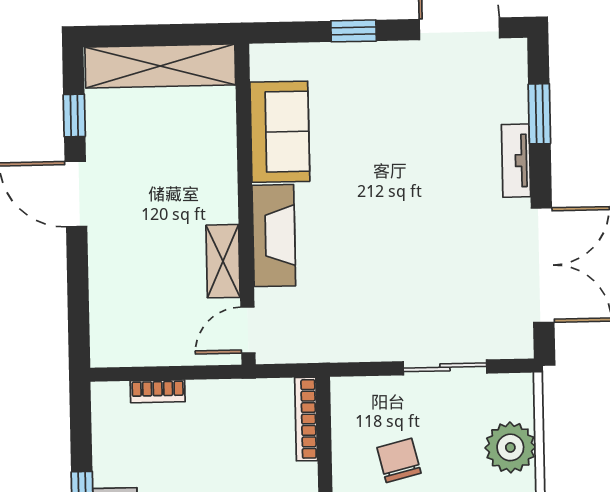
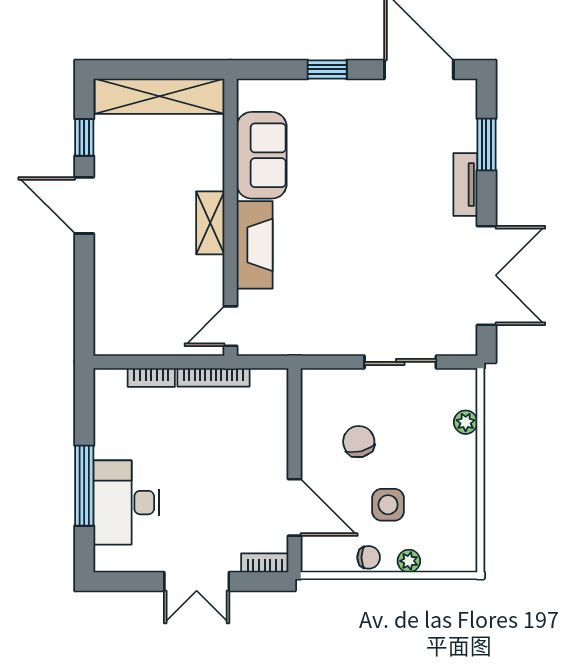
shelving: (223, 261) -> (210, 223), moved
bookcase: (306, 419) -> (213, 377), moved, turned -90
plant: (510, 447) -> (466, 422), width x0.53, depth x0.53

